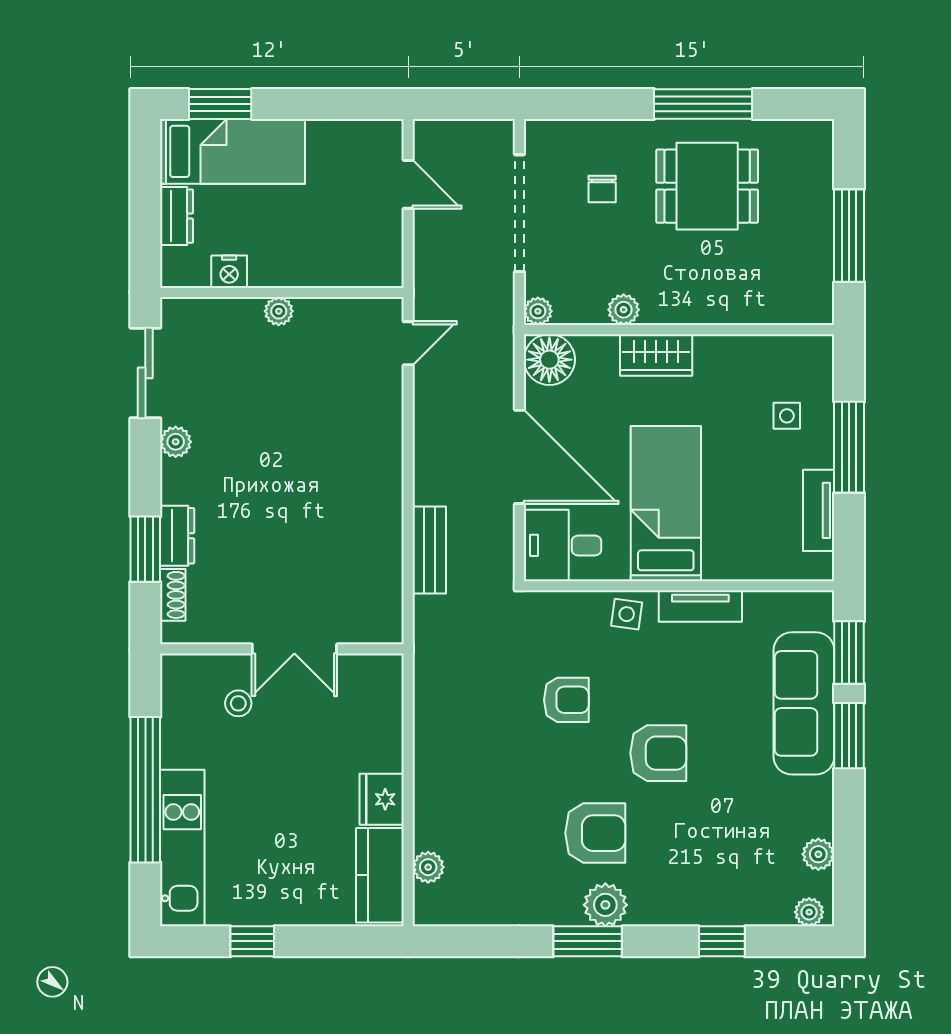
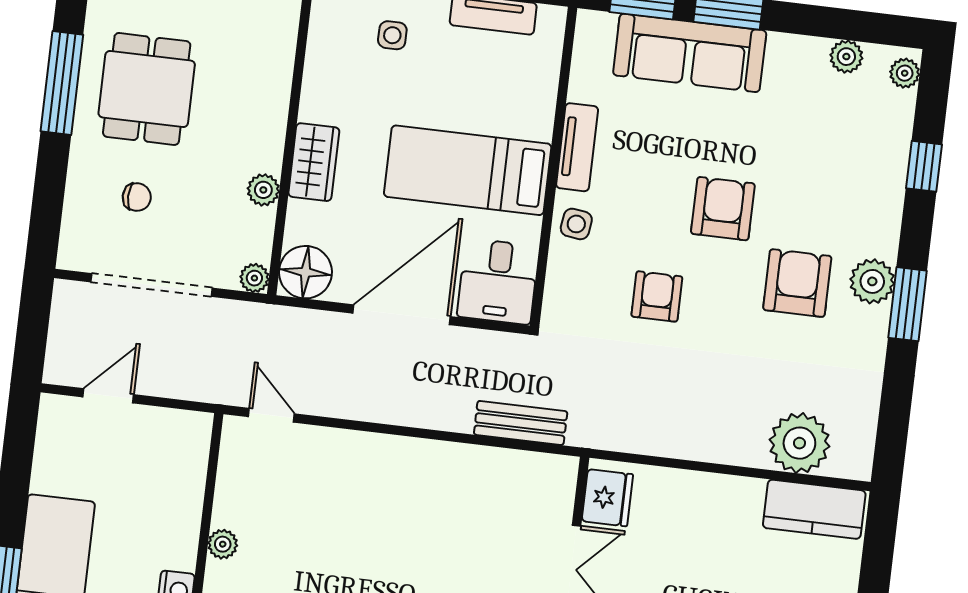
bench: (429, 550) -> (521, 423), moved
fridge: (382, 799) -> (607, 498), moved, turned -90
plant: (428, 867) -> (799, 443), width x1.87, depth x1.87

